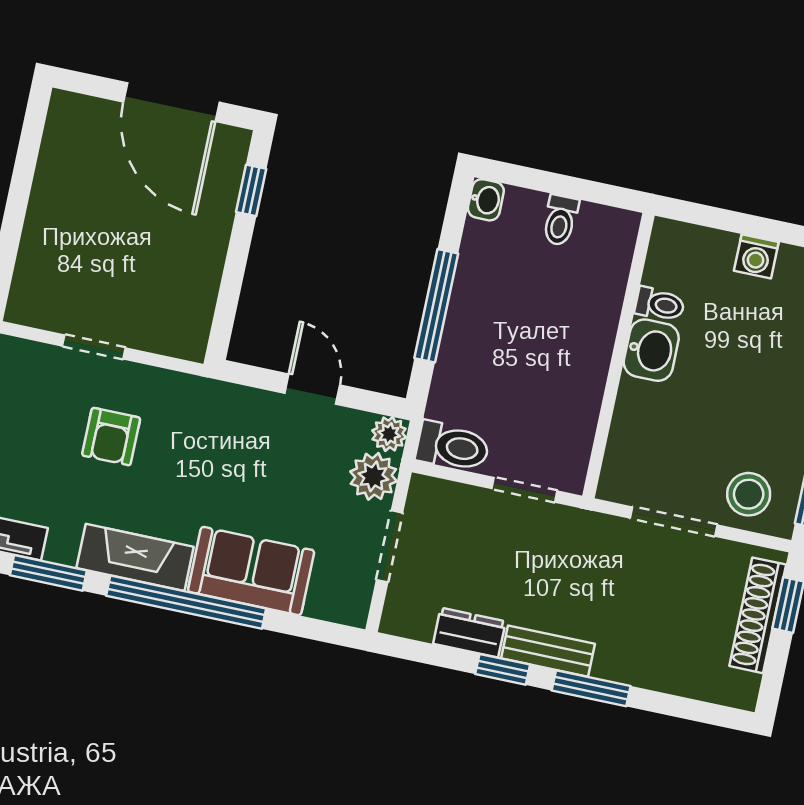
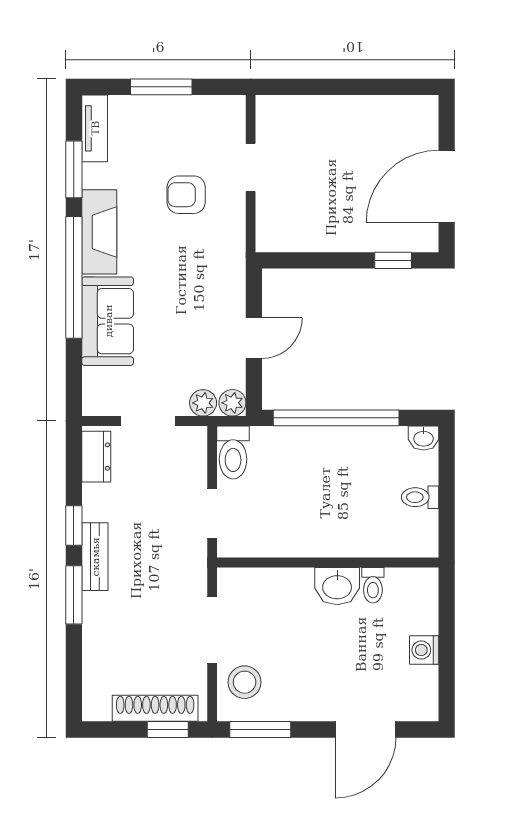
window: (436, 306) -> (336, 418), width x1.46
plant: (373, 476) -> (203, 403), width x0.73, depth x0.73
dresser: (469, 633) -> (96, 457), moved

